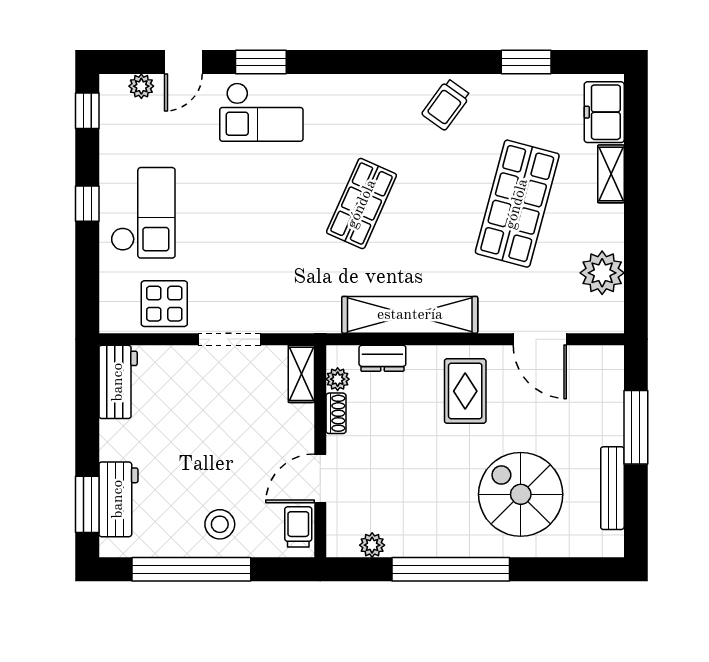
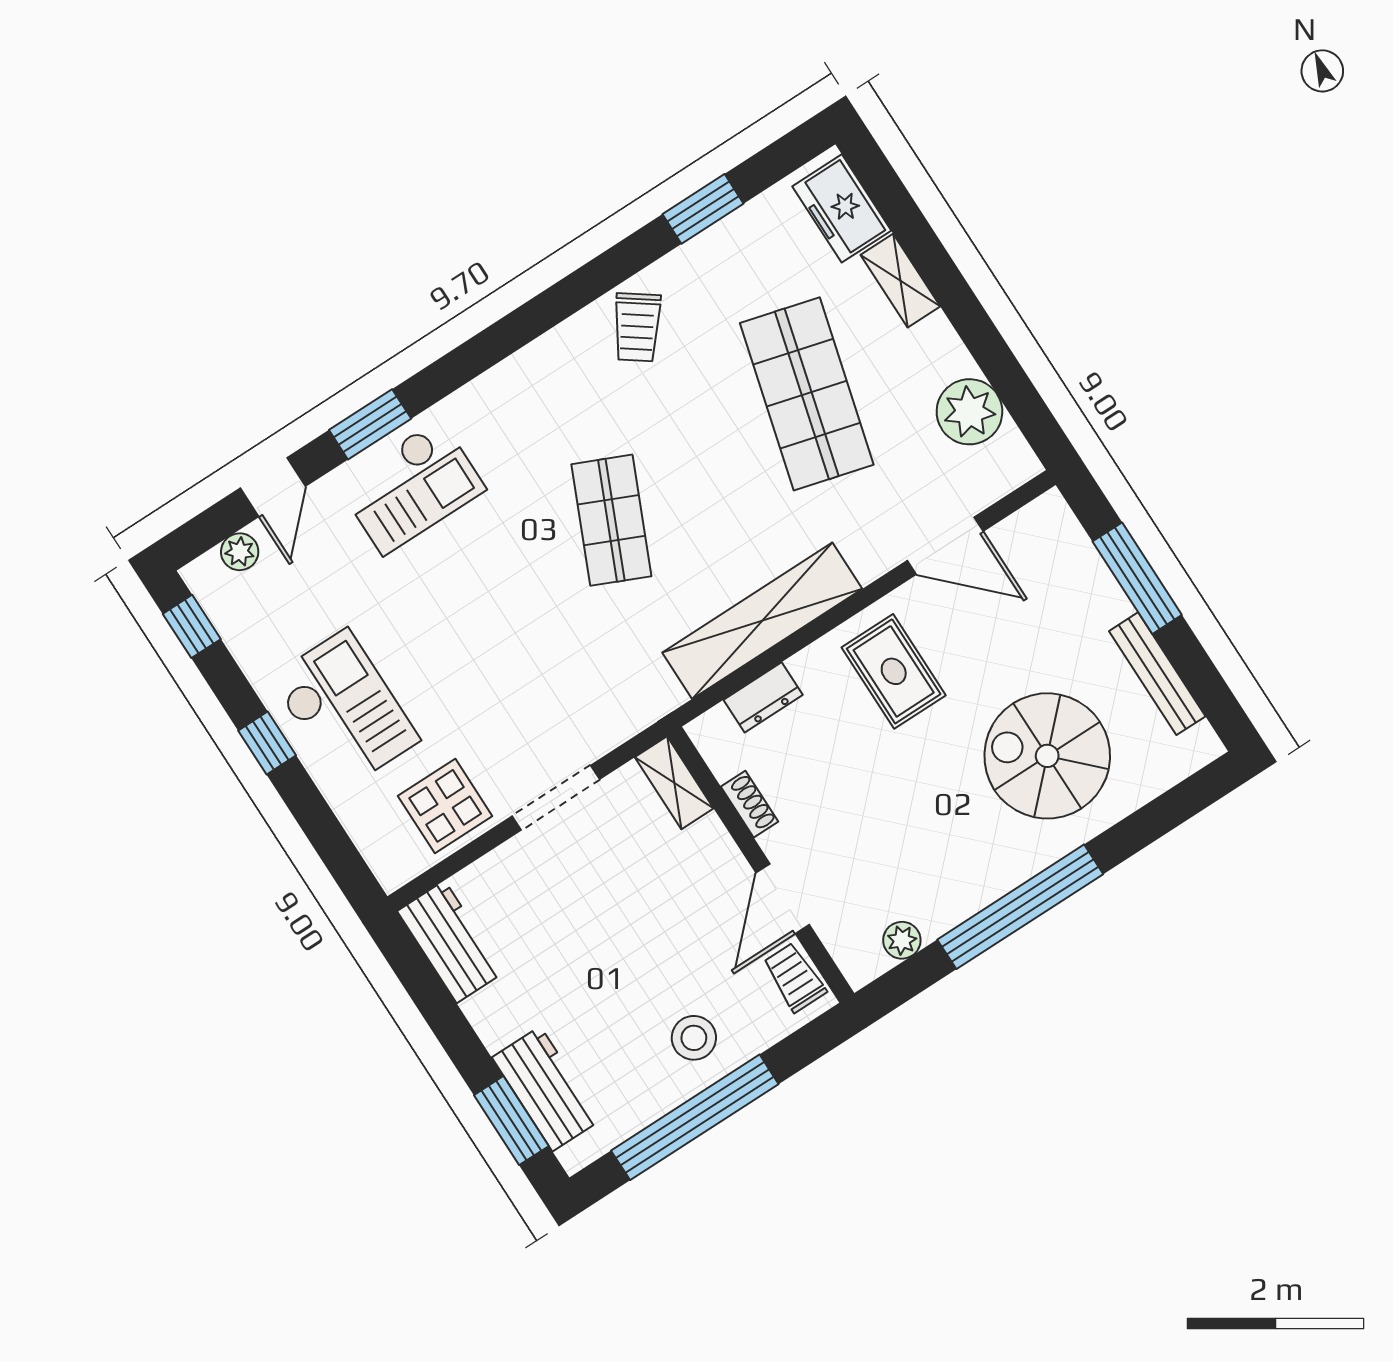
plant: (338, 379) -> (724, 760), removed

